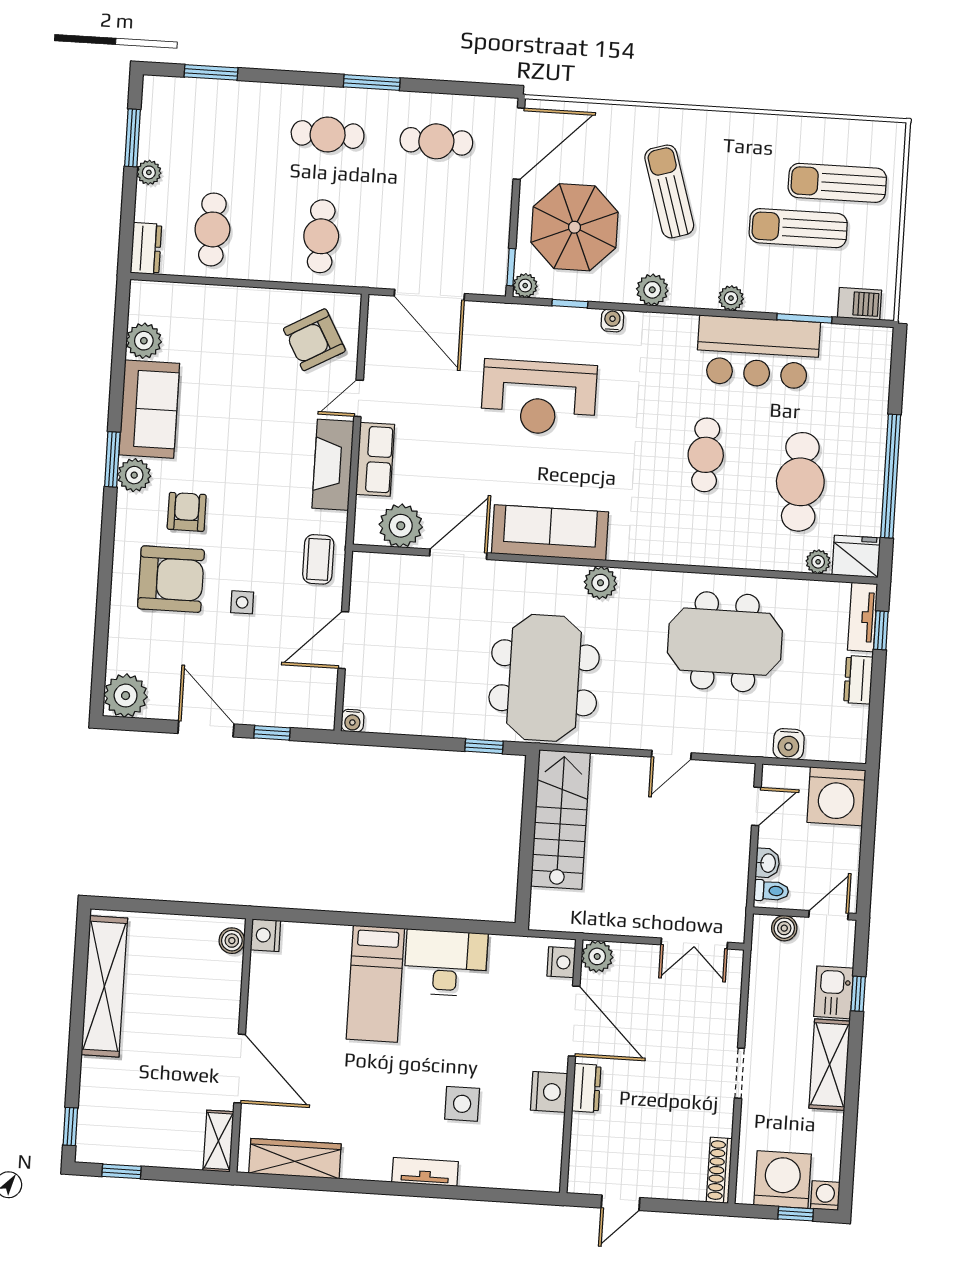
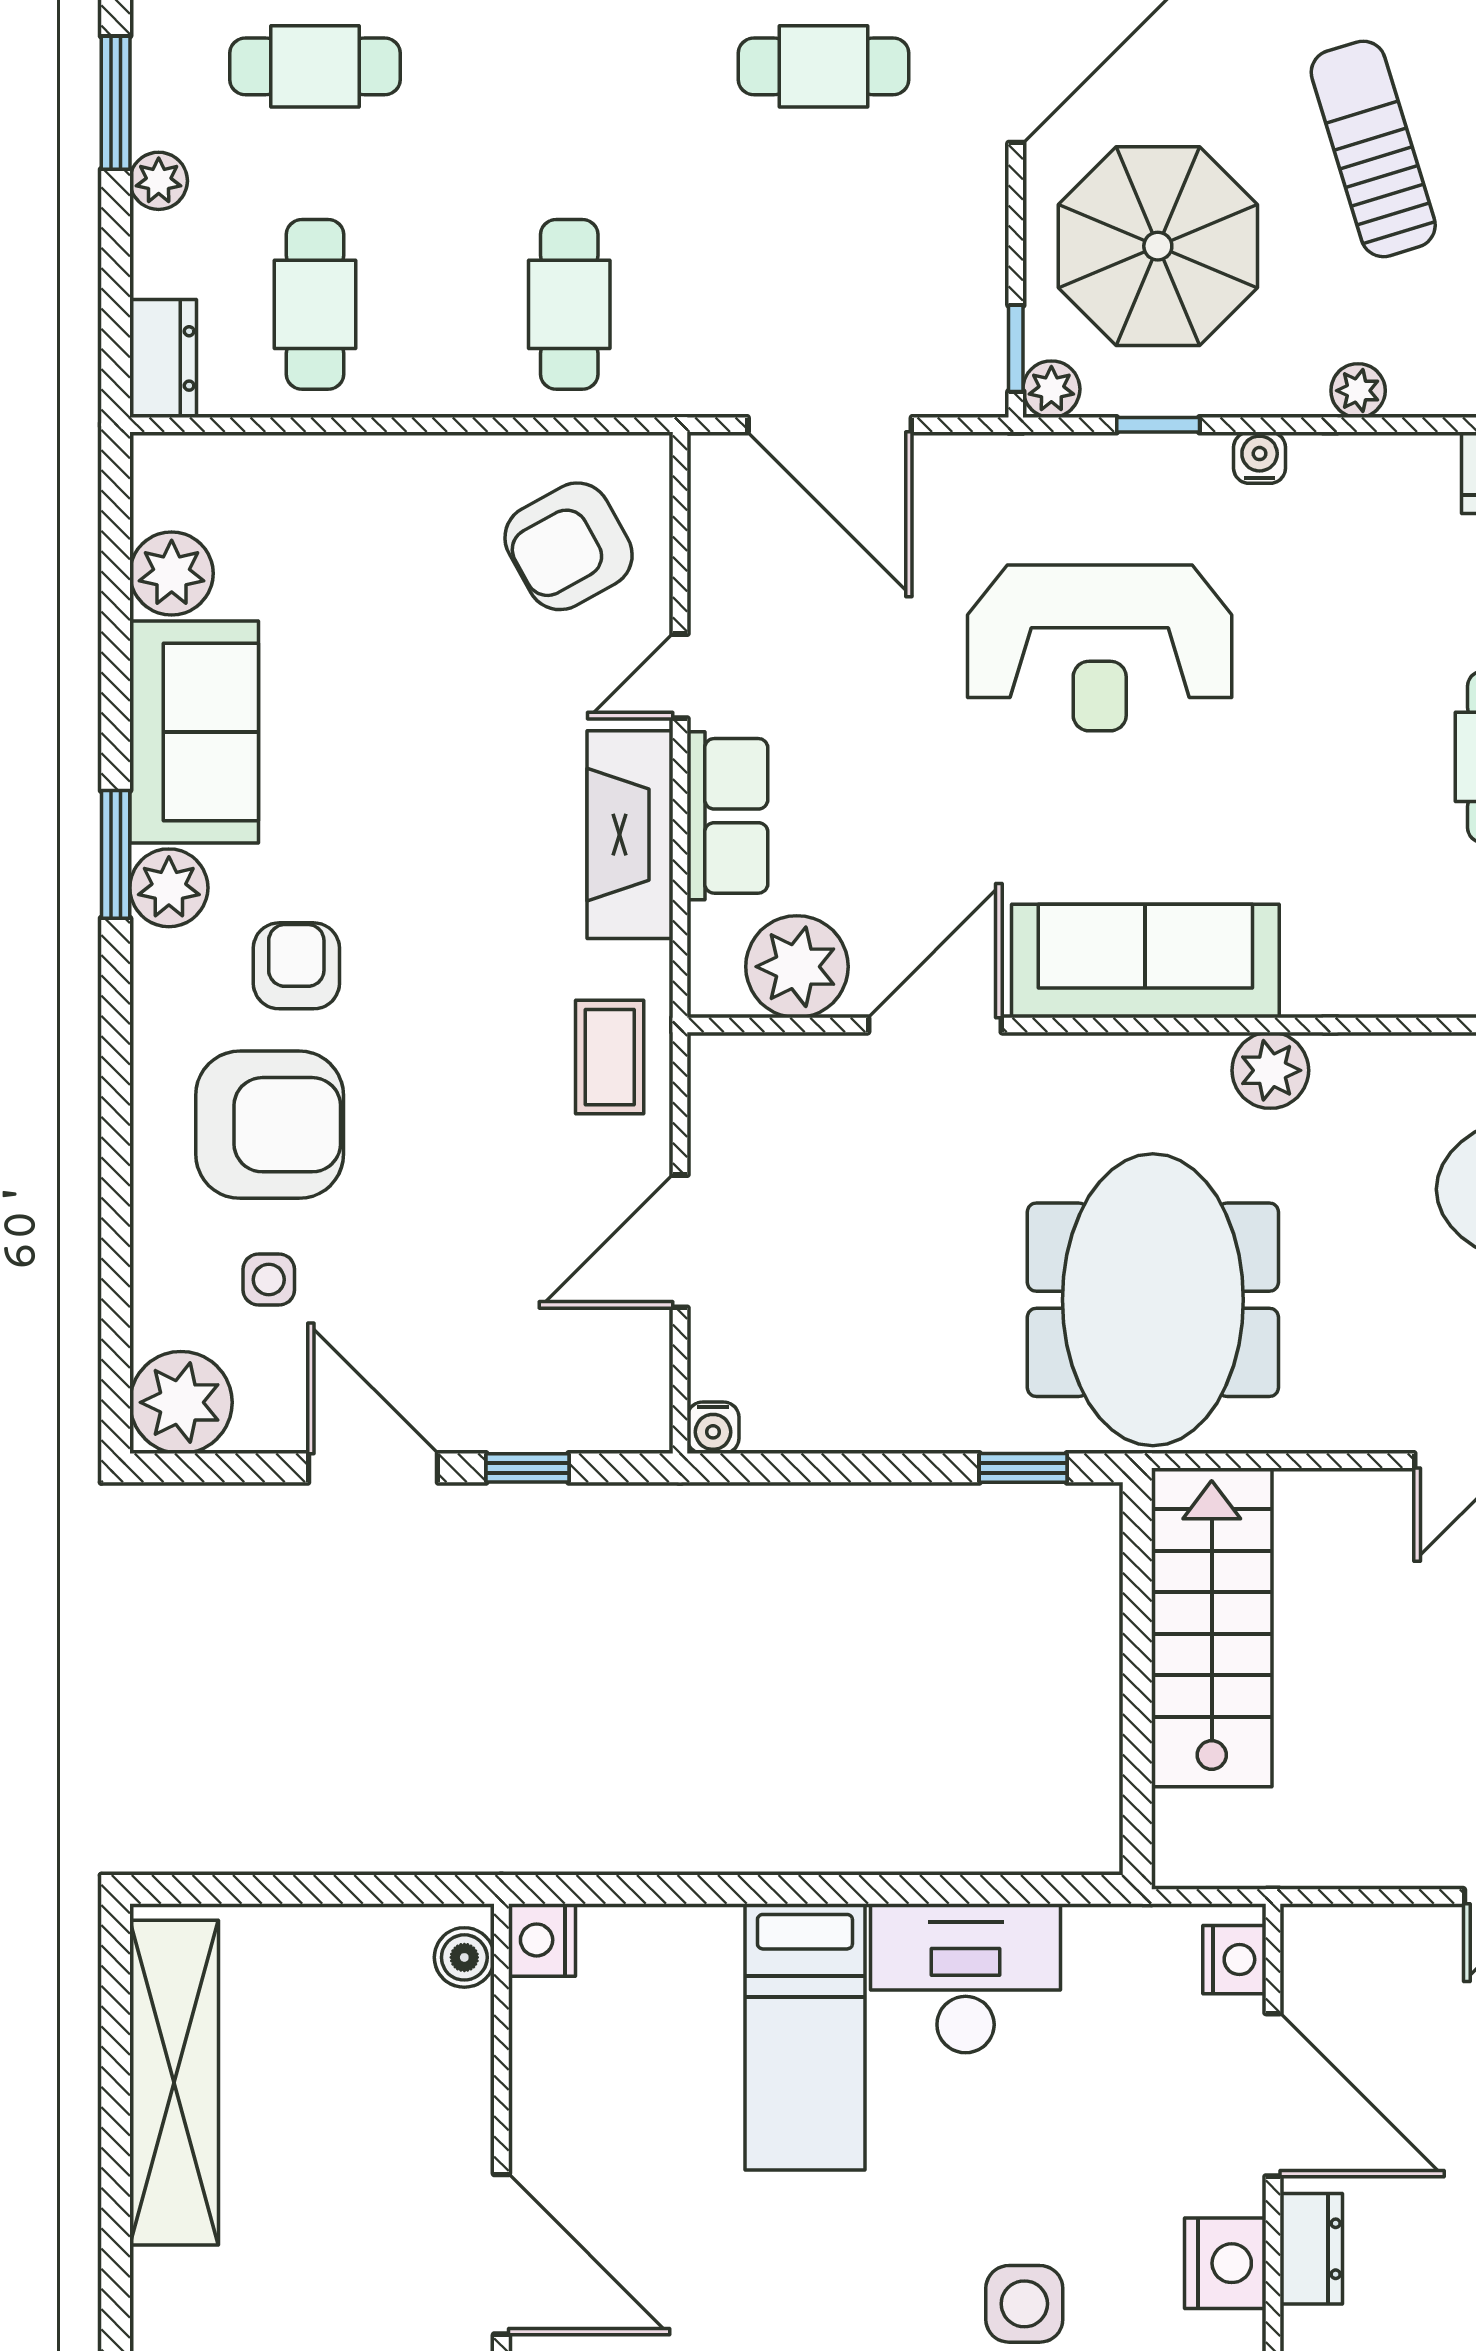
cafe table: (328, 135) -> (315, 66), moved
plant: (652, 290) -> (1358, 391), width x0.73, depth x0.73
side table: (242, 602) -> (269, 1280), moved
plant: (597, 956) -> (1317, 1941), removed

